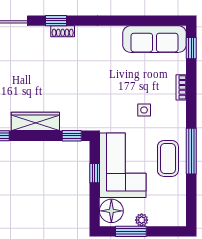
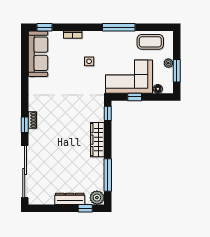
coffee table: (168, 158) -> (150, 42), moved
floor lamp: (111, 211) -> (158, 89), width x0.53, depth x0.53

